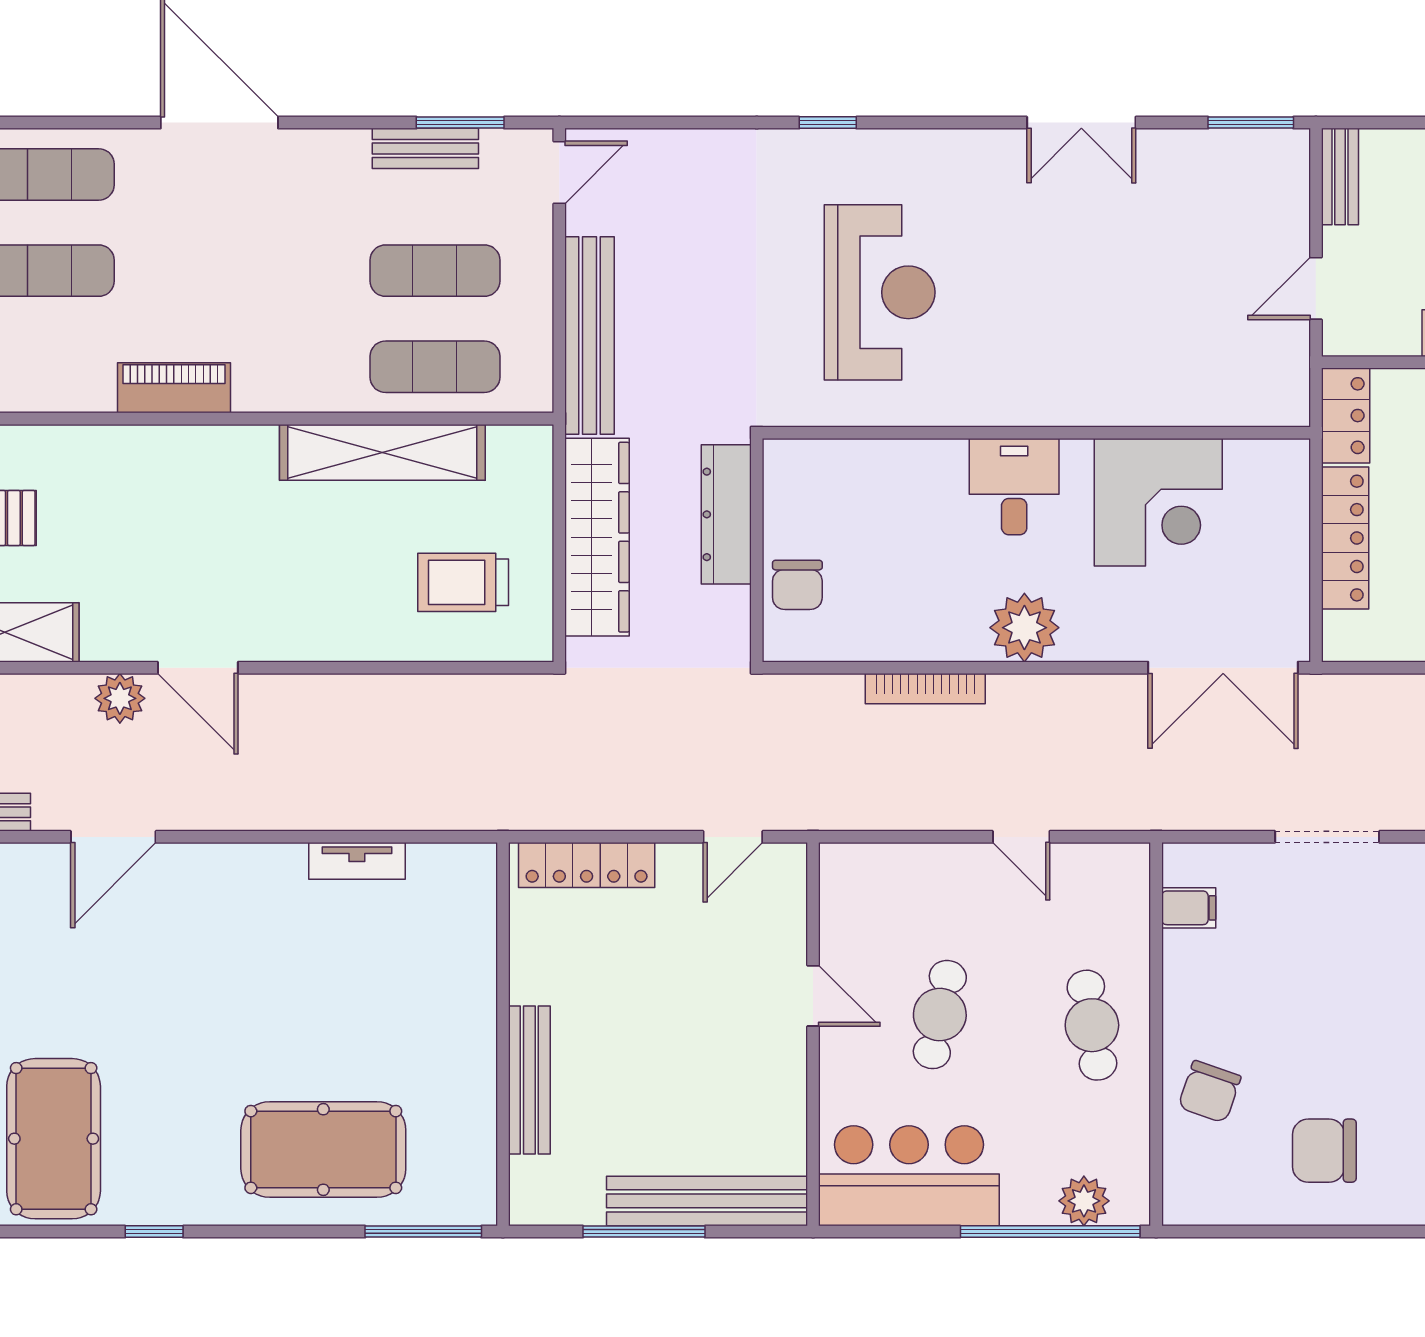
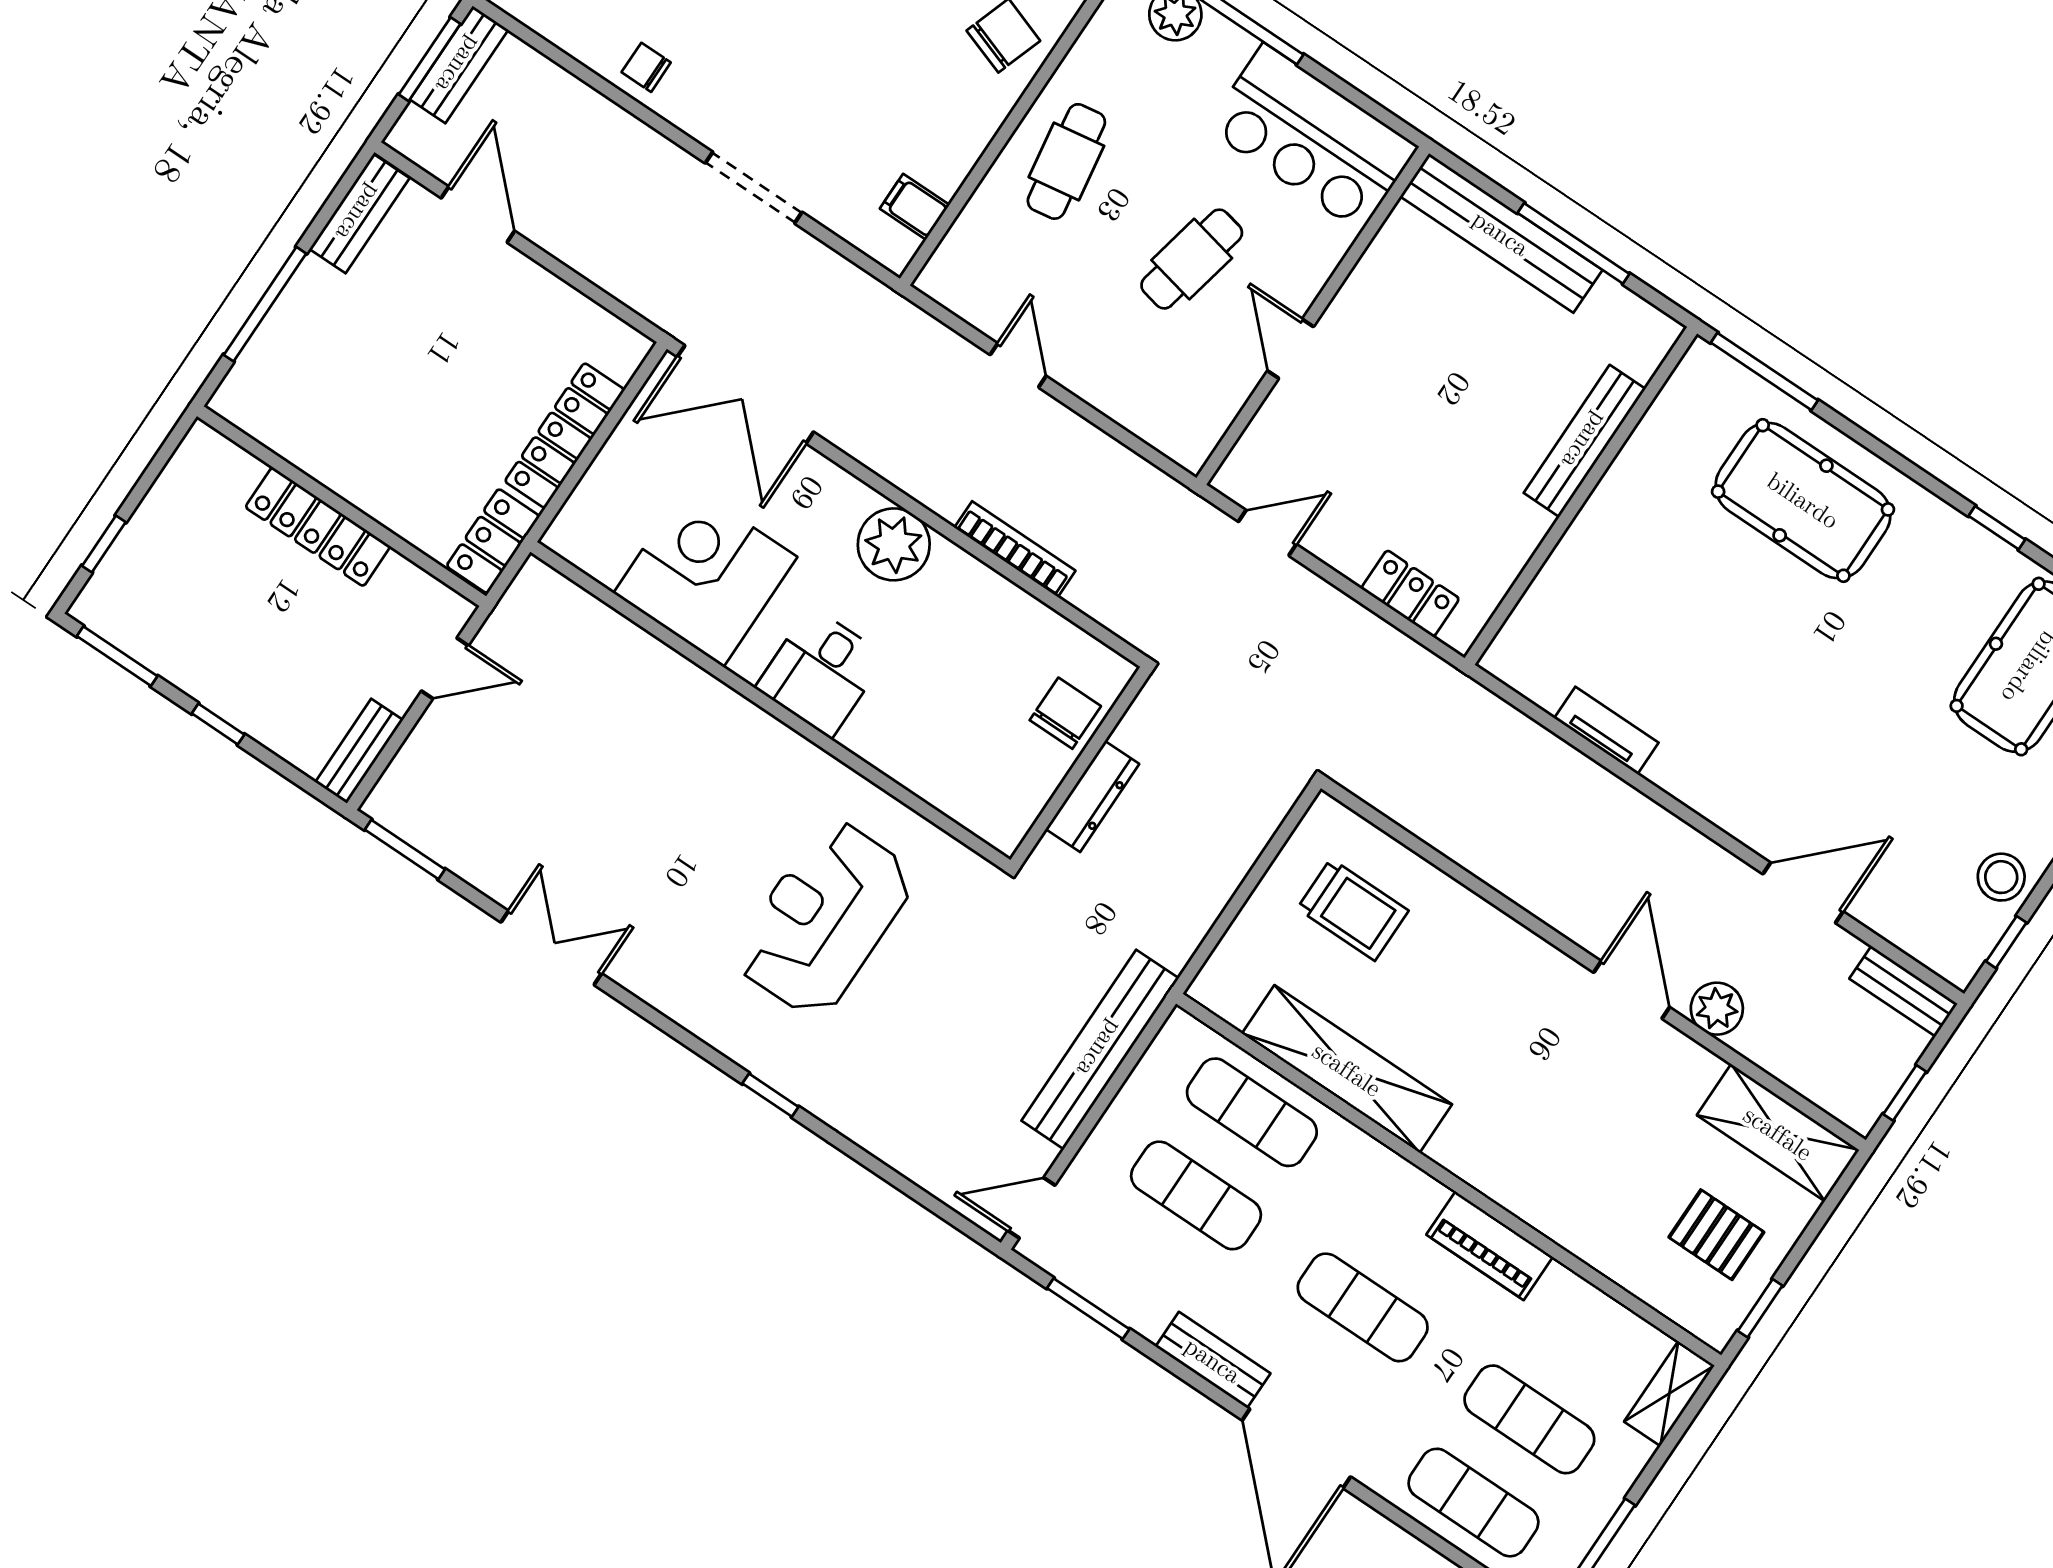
bench: (425, 148) -> (1213, 1360), moved
exercise mat: (242, 271) -> (1363, 1307), added
dresser: (726, 514) -> (1092, 797), width x0.73, depth x0.80
wardrobe: (597, 537) -> (1211, 871), removed
double door: (1223, 668) -> (745, 394), swing flipped
locker: (587, 865) -> (1410, 594), width x0.66

